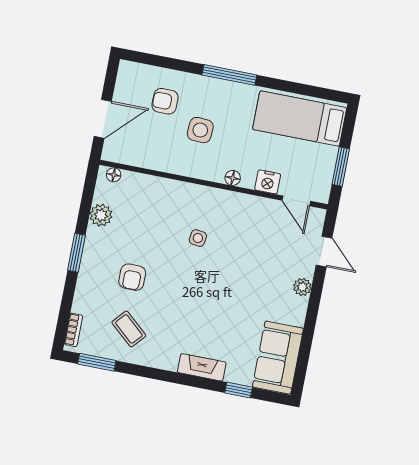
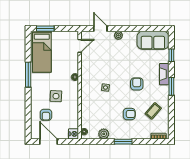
window: (229, 75) -> (28, 75), moved
door: (103, 119) -> (49, 142), moved
window: (341, 167) -> (45, 29), moved
nightstand: (268, 182) -> (74, 134), moved
door: (324, 252) -> (100, 29), hinge flipped
armchair: (192, 305) -> (137, 84), added
window: (97, 362) -> (171, 86), moved

